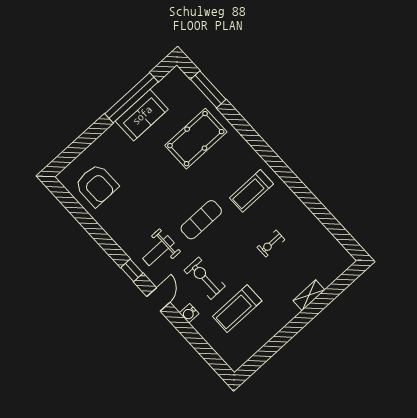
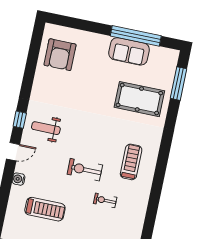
treadmill: (252, 191) -> (131, 162), turned 90
exercise mat: (201, 220) -> (87, 142), removed
exercise bike: (205, 278) -> (85, 170), moved, turned -90
treadmill: (237, 309) -> (45, 209), turned 180

